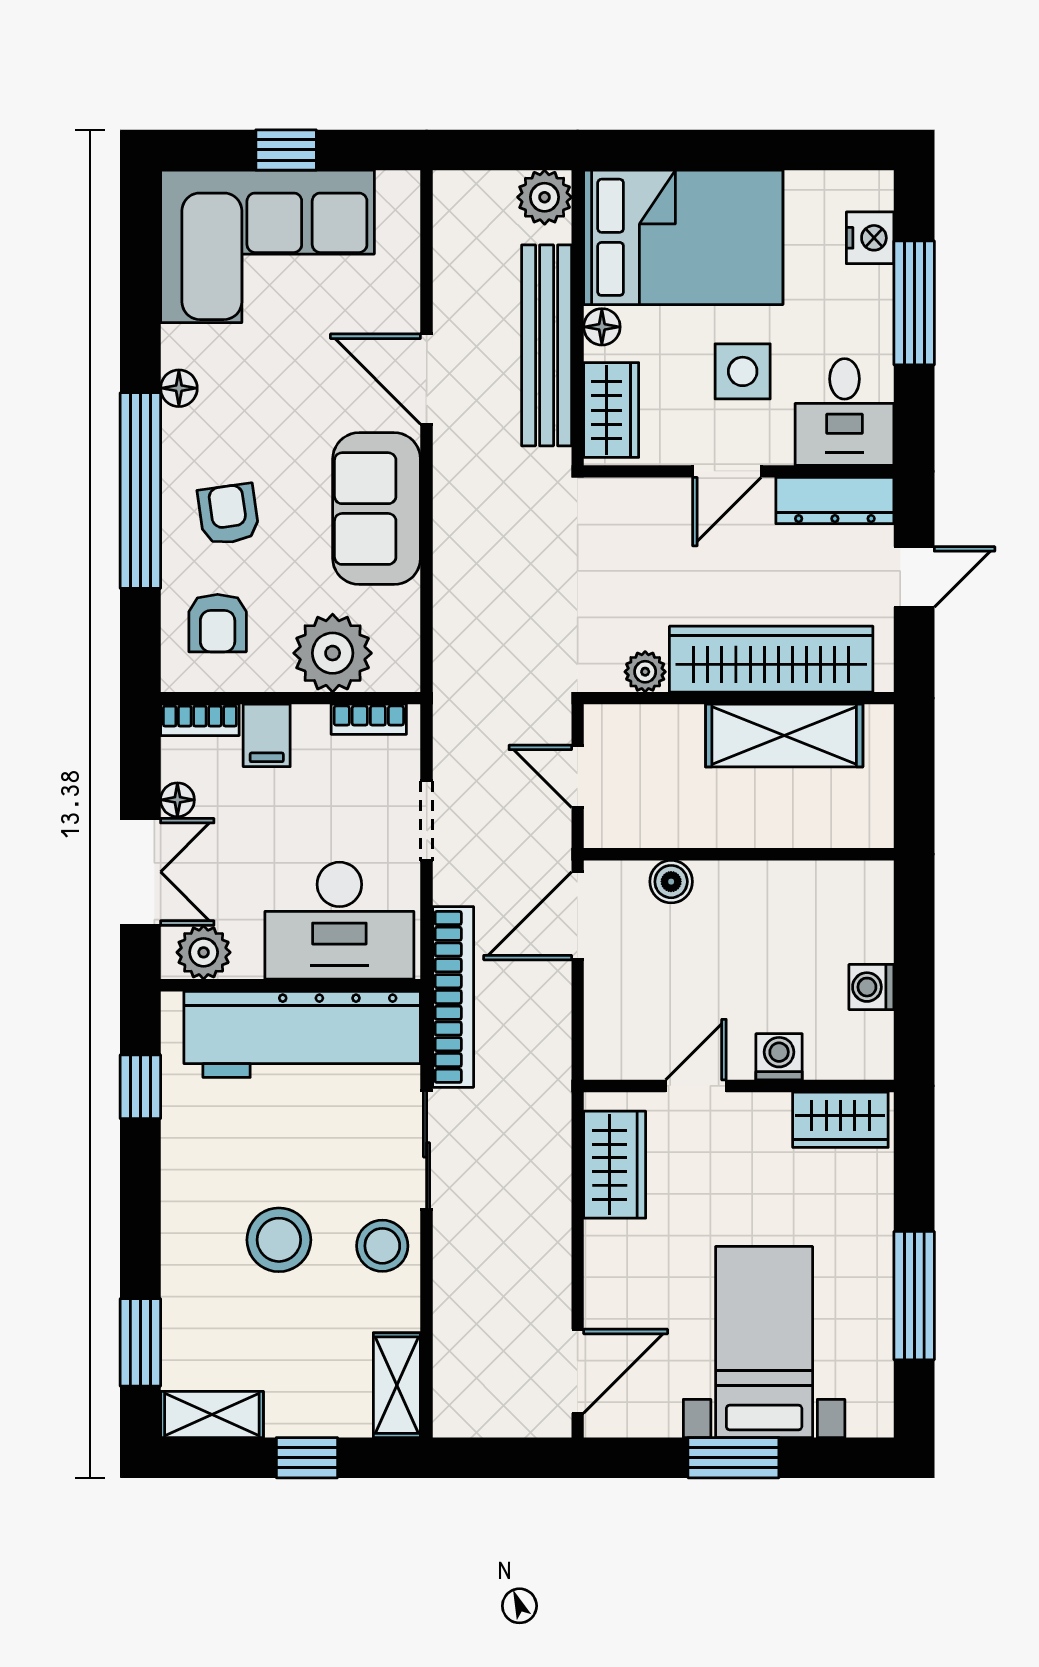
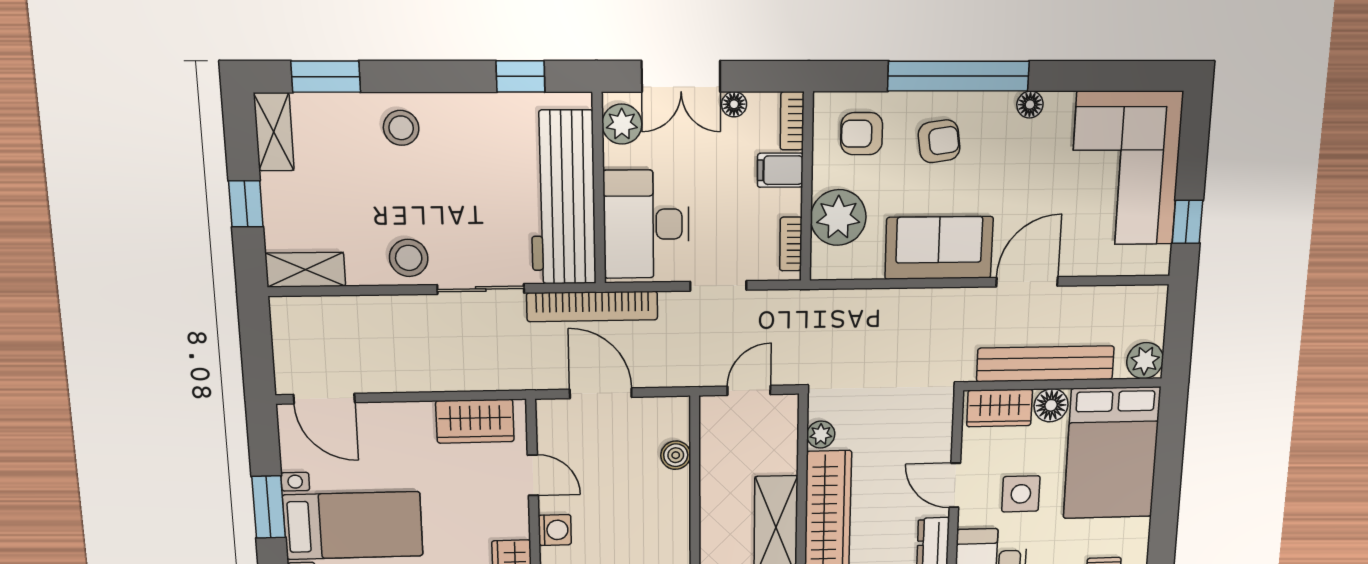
window: (286, 150) -> (1187, 222), moved
floor lamp: (602, 327) -> (1051, 405), width x1.37, depth x1.37
door: (578, 916) -> (601, 393), moved
stool: (279, 1240) -> (401, 128), moved, width x0.73, depth x0.73

